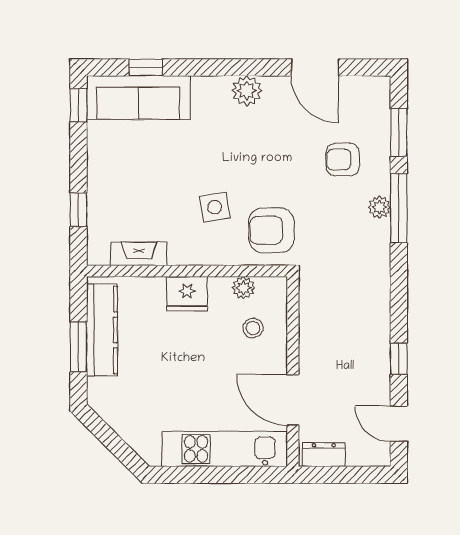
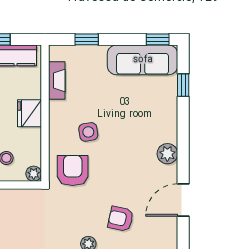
sofa: (138, 98) -> (143, 60), moved, turned -90
armchair: (343, 160) -> (121, 219), turned -78
plant: (244, 288) -> (34, 174), moved

